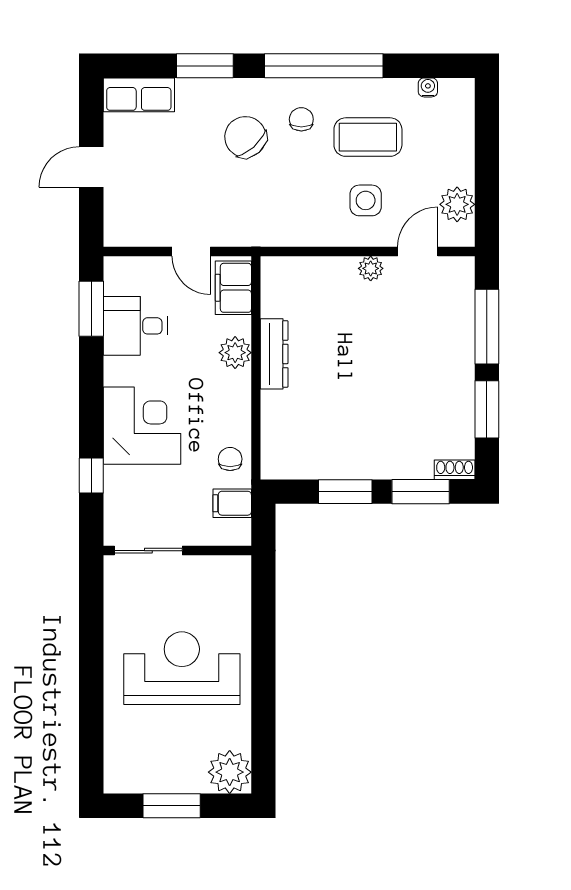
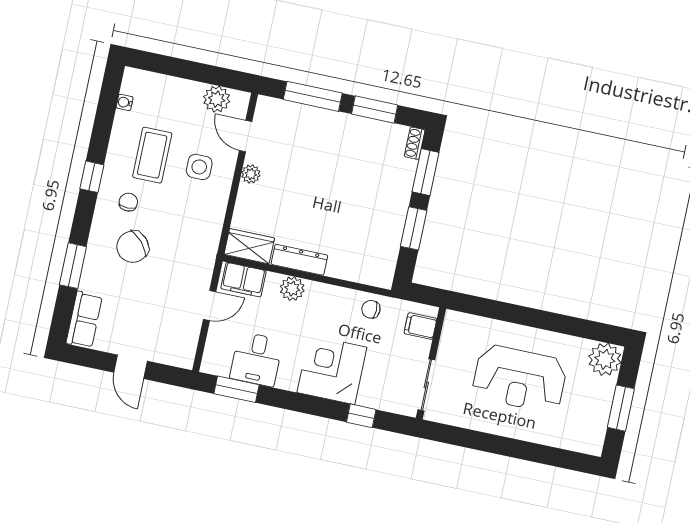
window: (324, 66) -> (92, 177), width x0.32
chair: (301, 119) -> (128, 202), turned 90
wardrobe: (278, 286) -> (249, 246), added
filing cabinet: (232, 503) -> (420, 326), moved, turned 90
reception desk: (182, 668) -> (520, 379), turned -90

